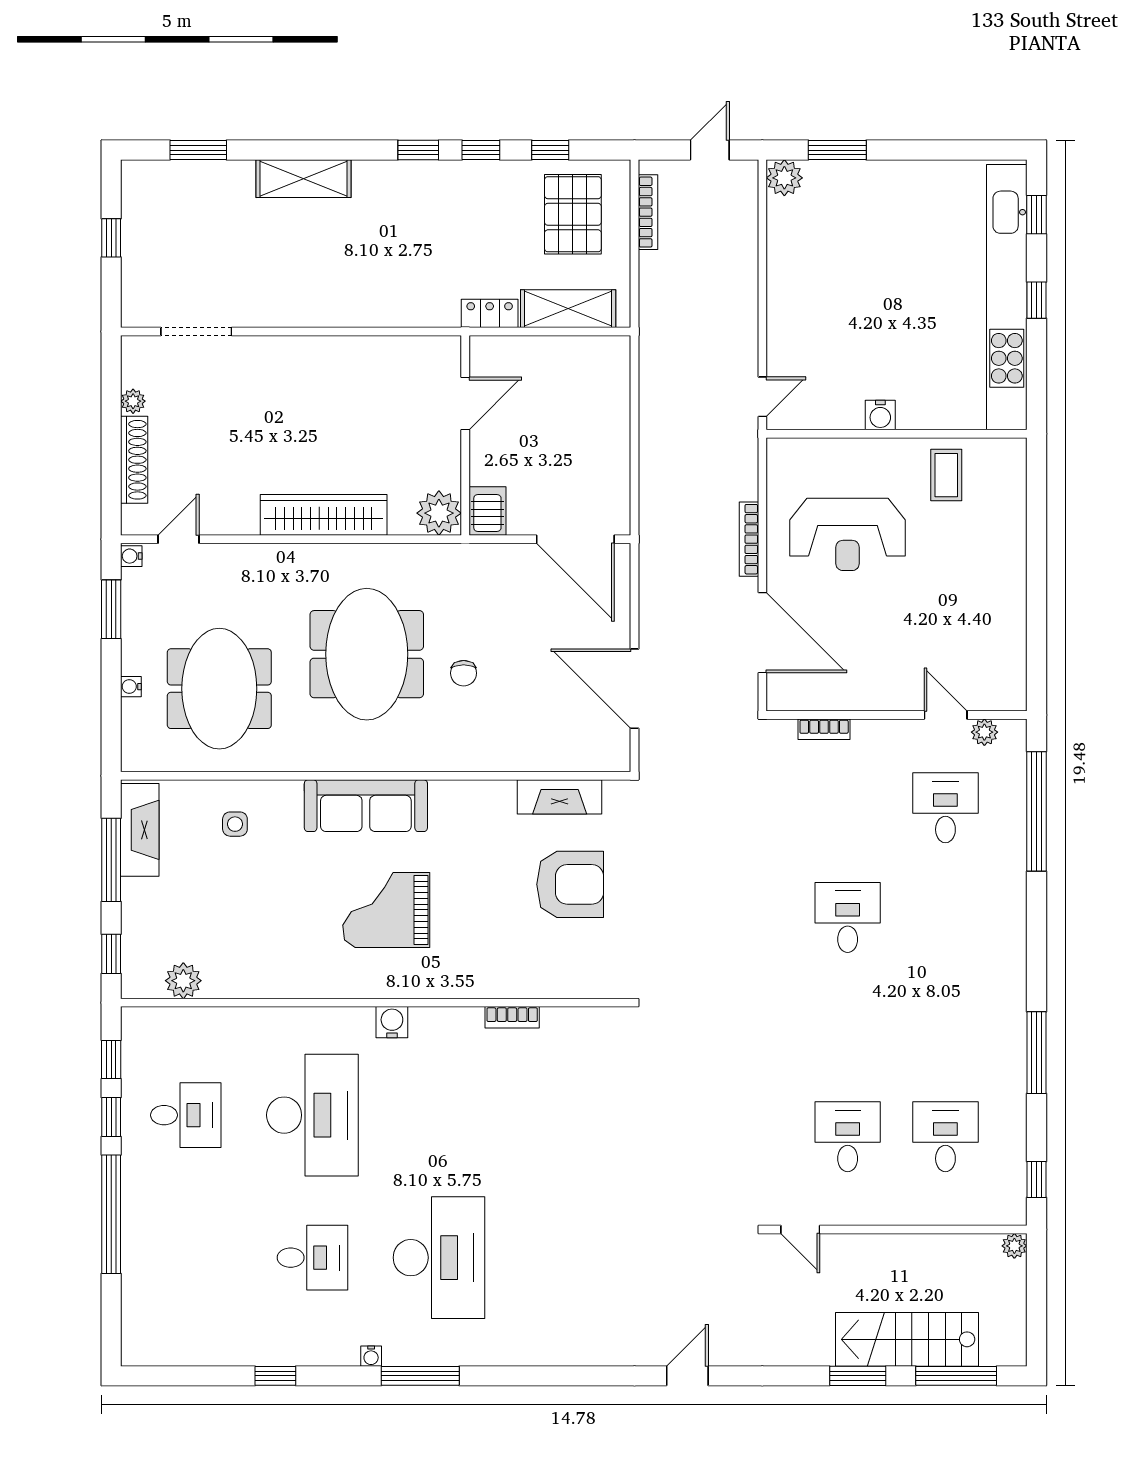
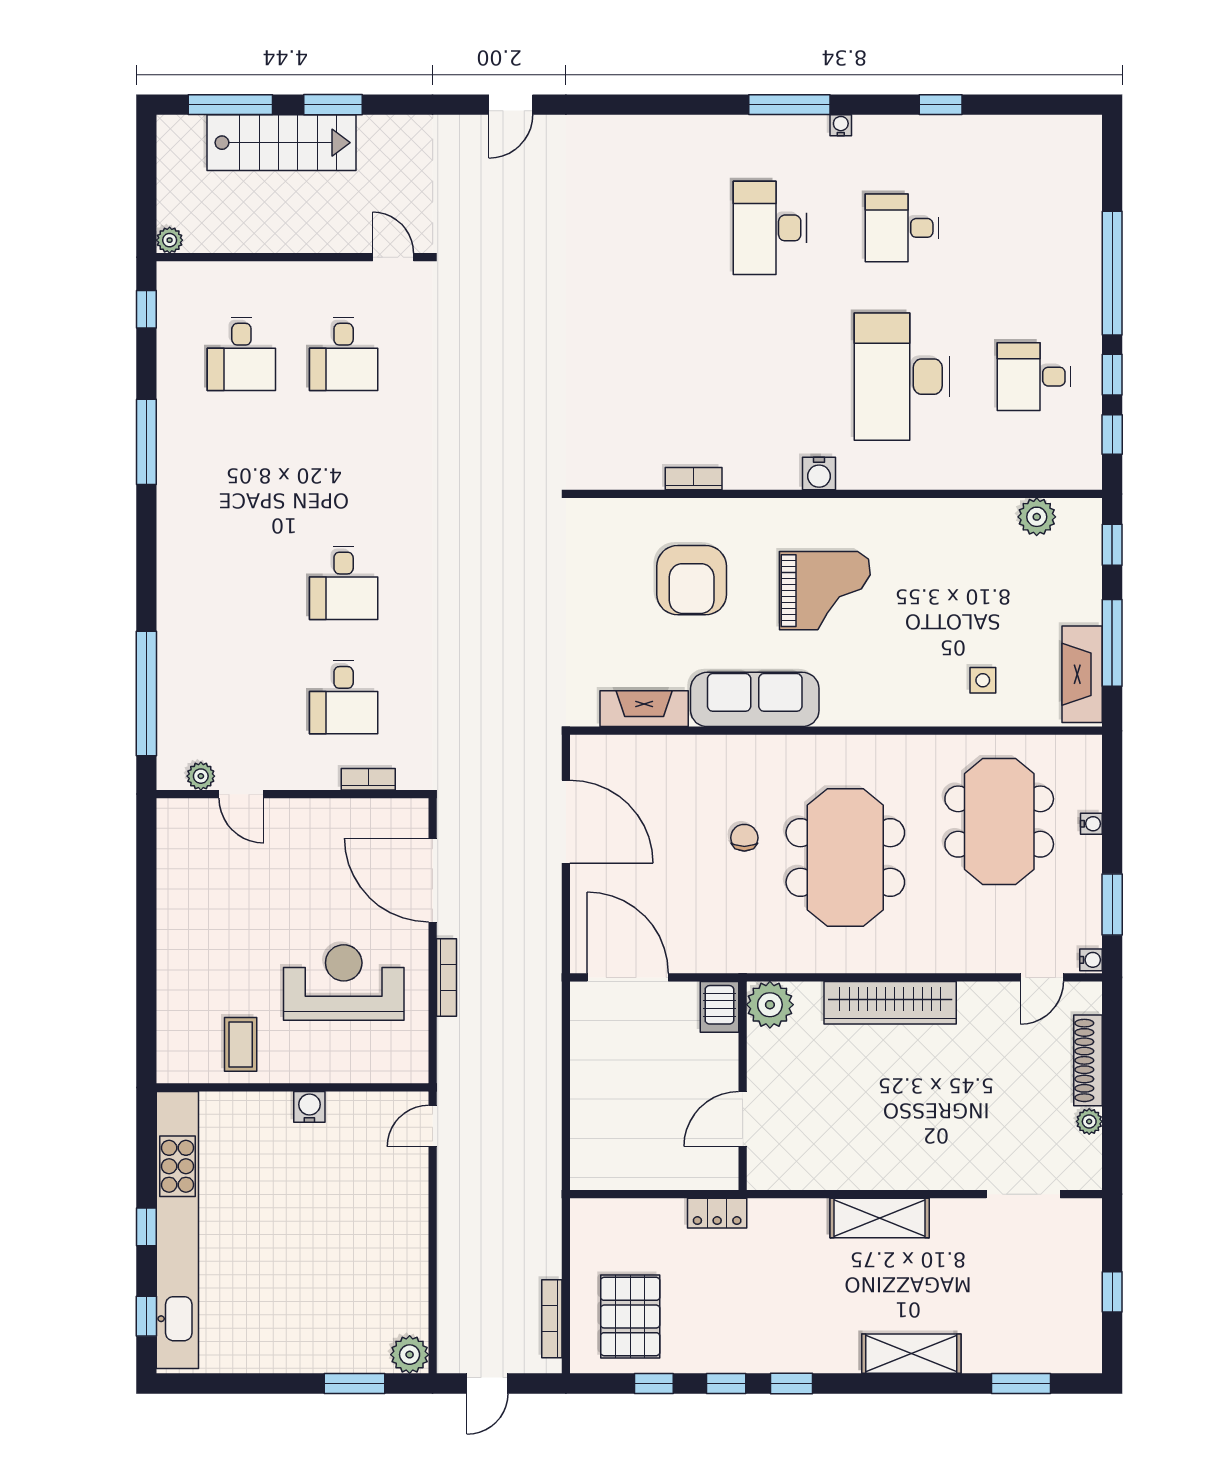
shelving: (568, 309) -> (880, 1218), moved
sofa: (366, 806) -> (755, 699), moved
desk: (945, 808) -> (344, 697), moved
armchair: (570, 884) -> (692, 580), moved, turned -90
desk: (439, 1258) -> (770, 228), width x0.73, depth x0.77

